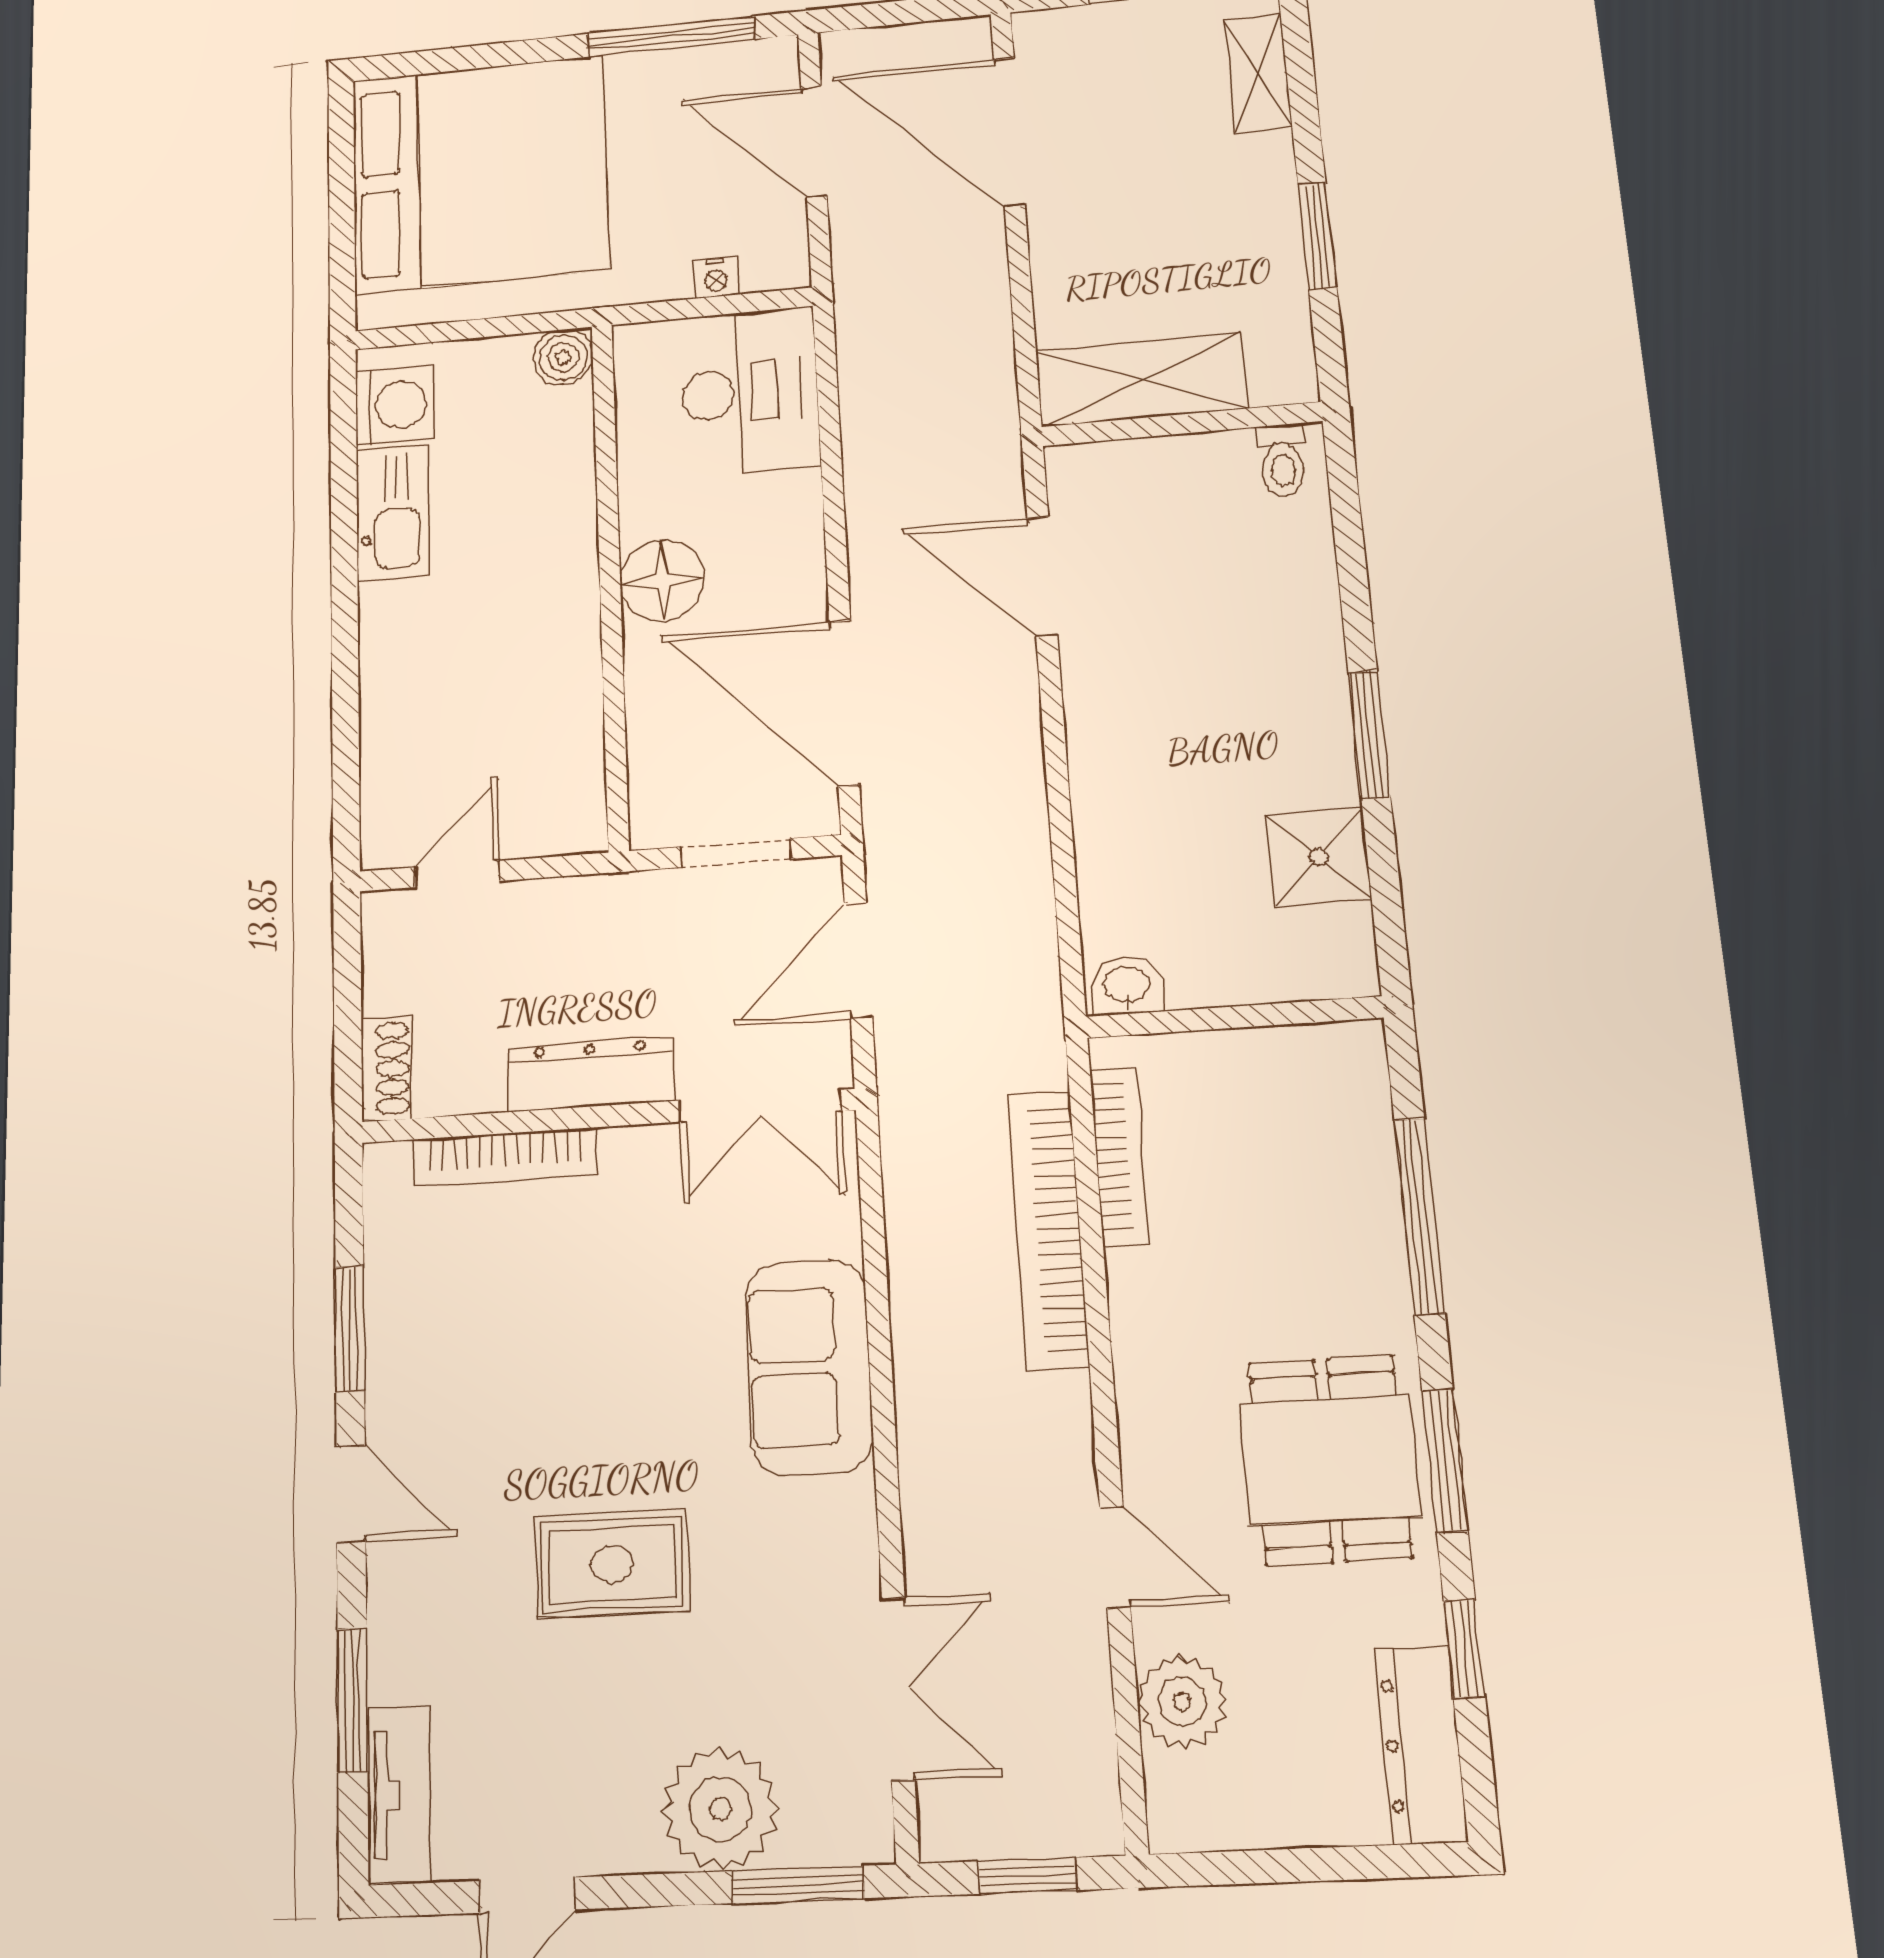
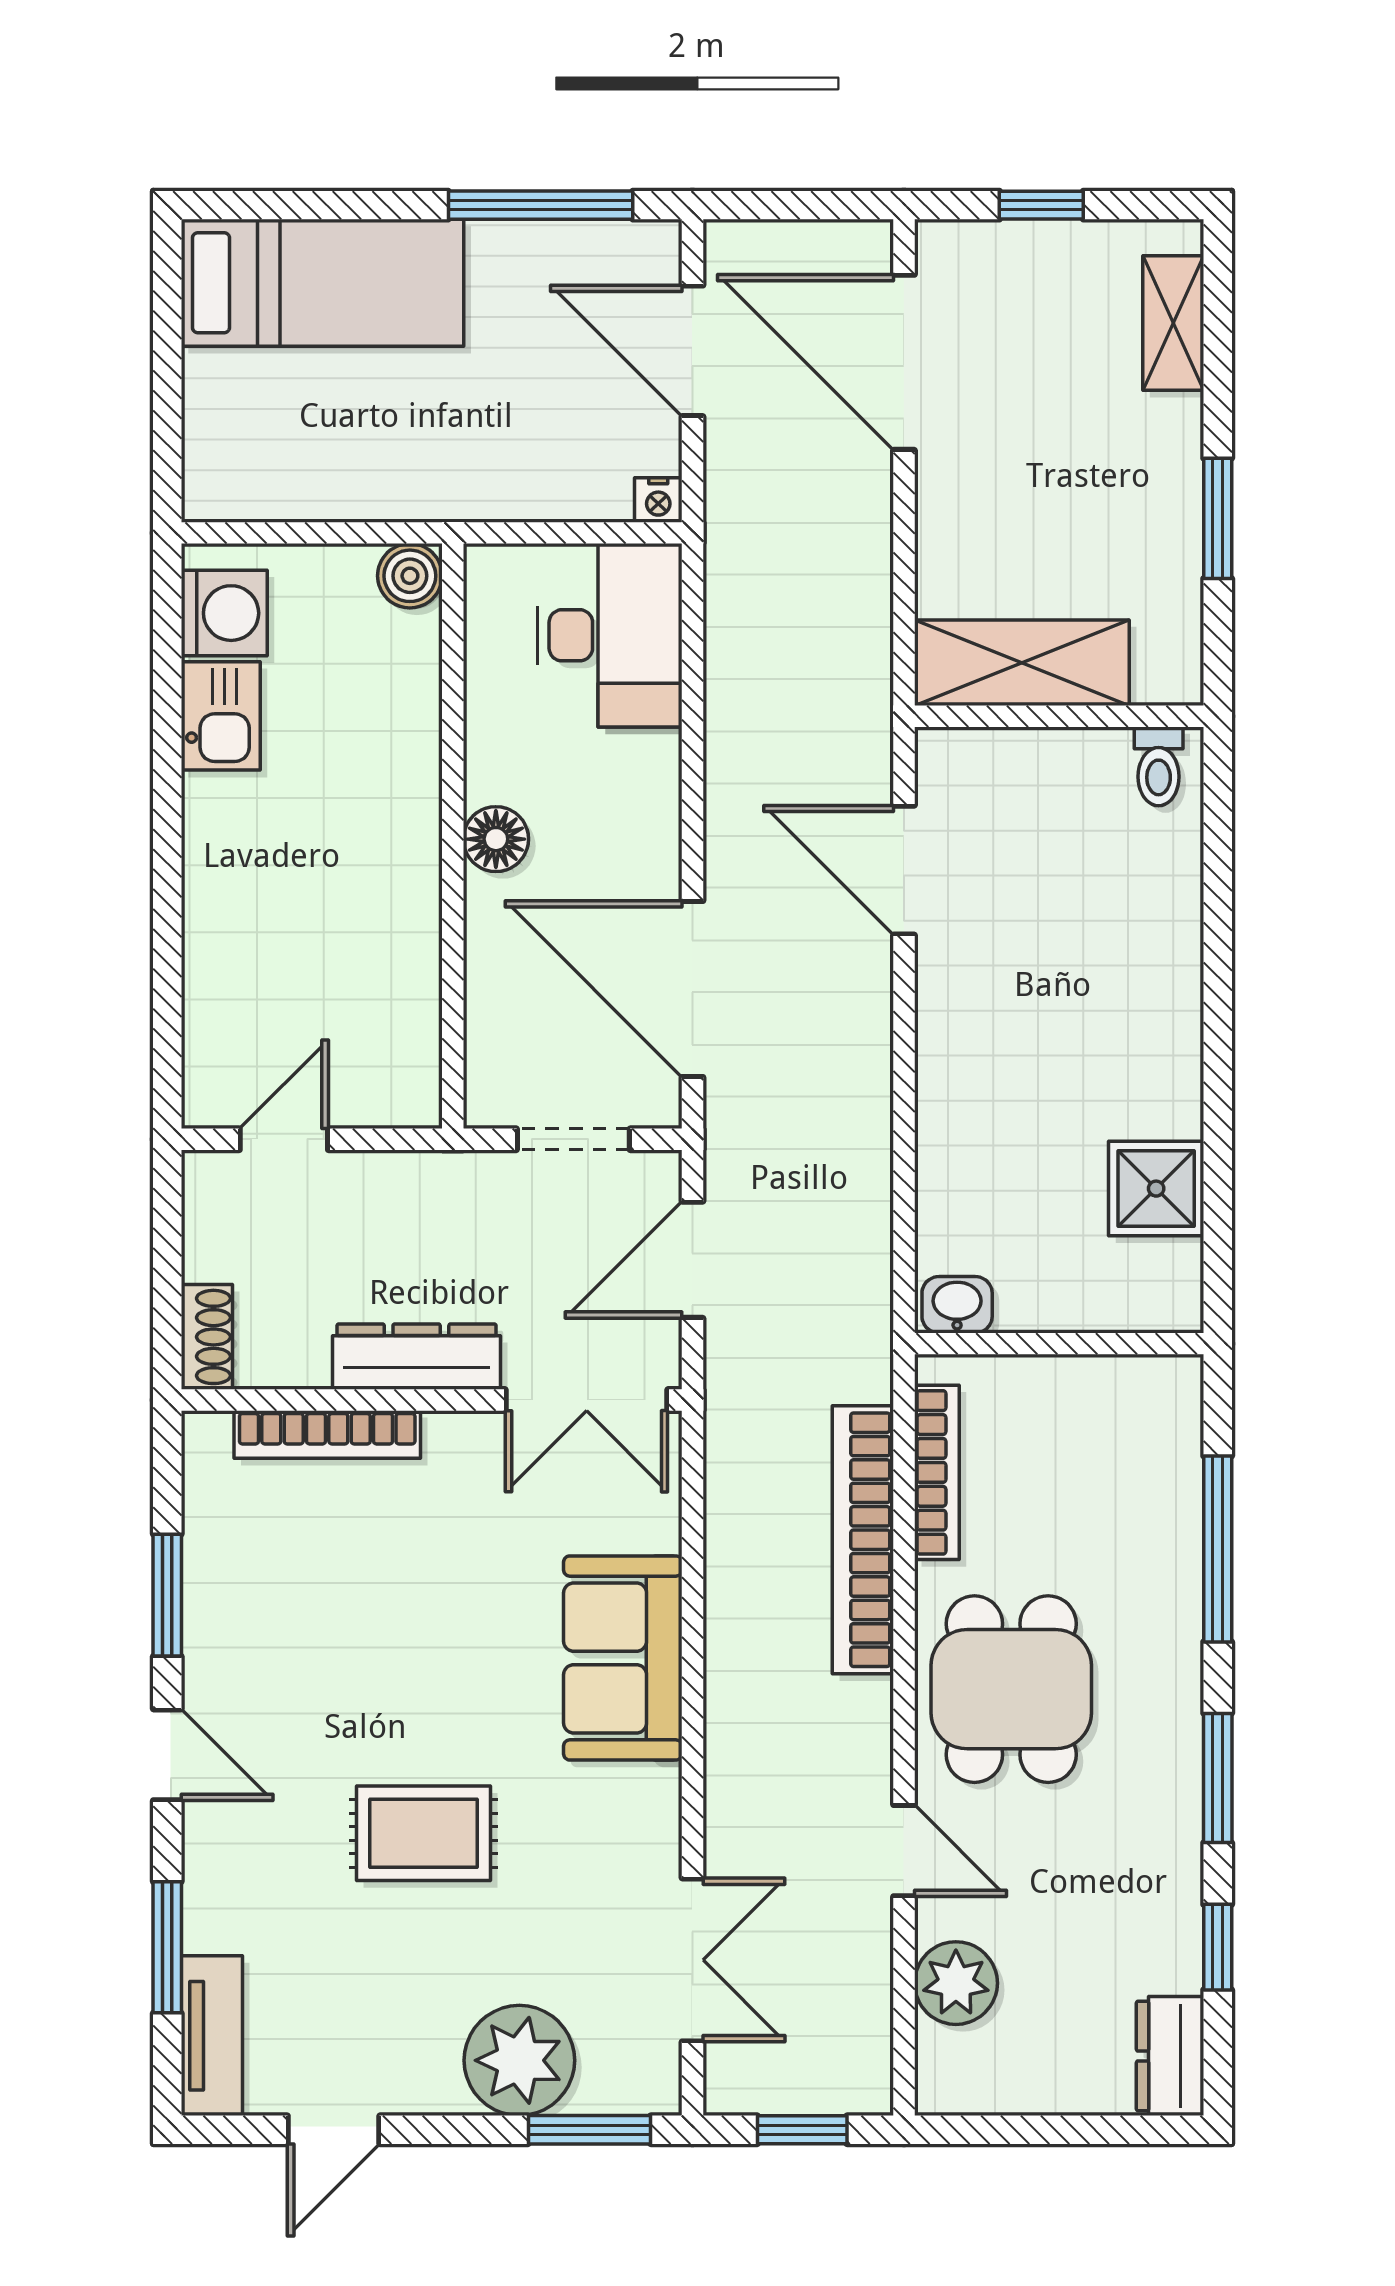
bed: (480, 174) -> (323, 283), width x0.49
nightstand: (716, 278) -> (658, 500), moved
kitchen sink: (393, 512) -> (221, 716), width x0.73
floor lamp: (662, 580) -> (496, 839), width x0.73, depth x0.73
window: (1369, 735) -> (1218, 1067), removed
dining table: (1330, 1460) -> (1011, 1689), moved
dresser: (1421, 1745) -> (1170, 2056), width x0.70

